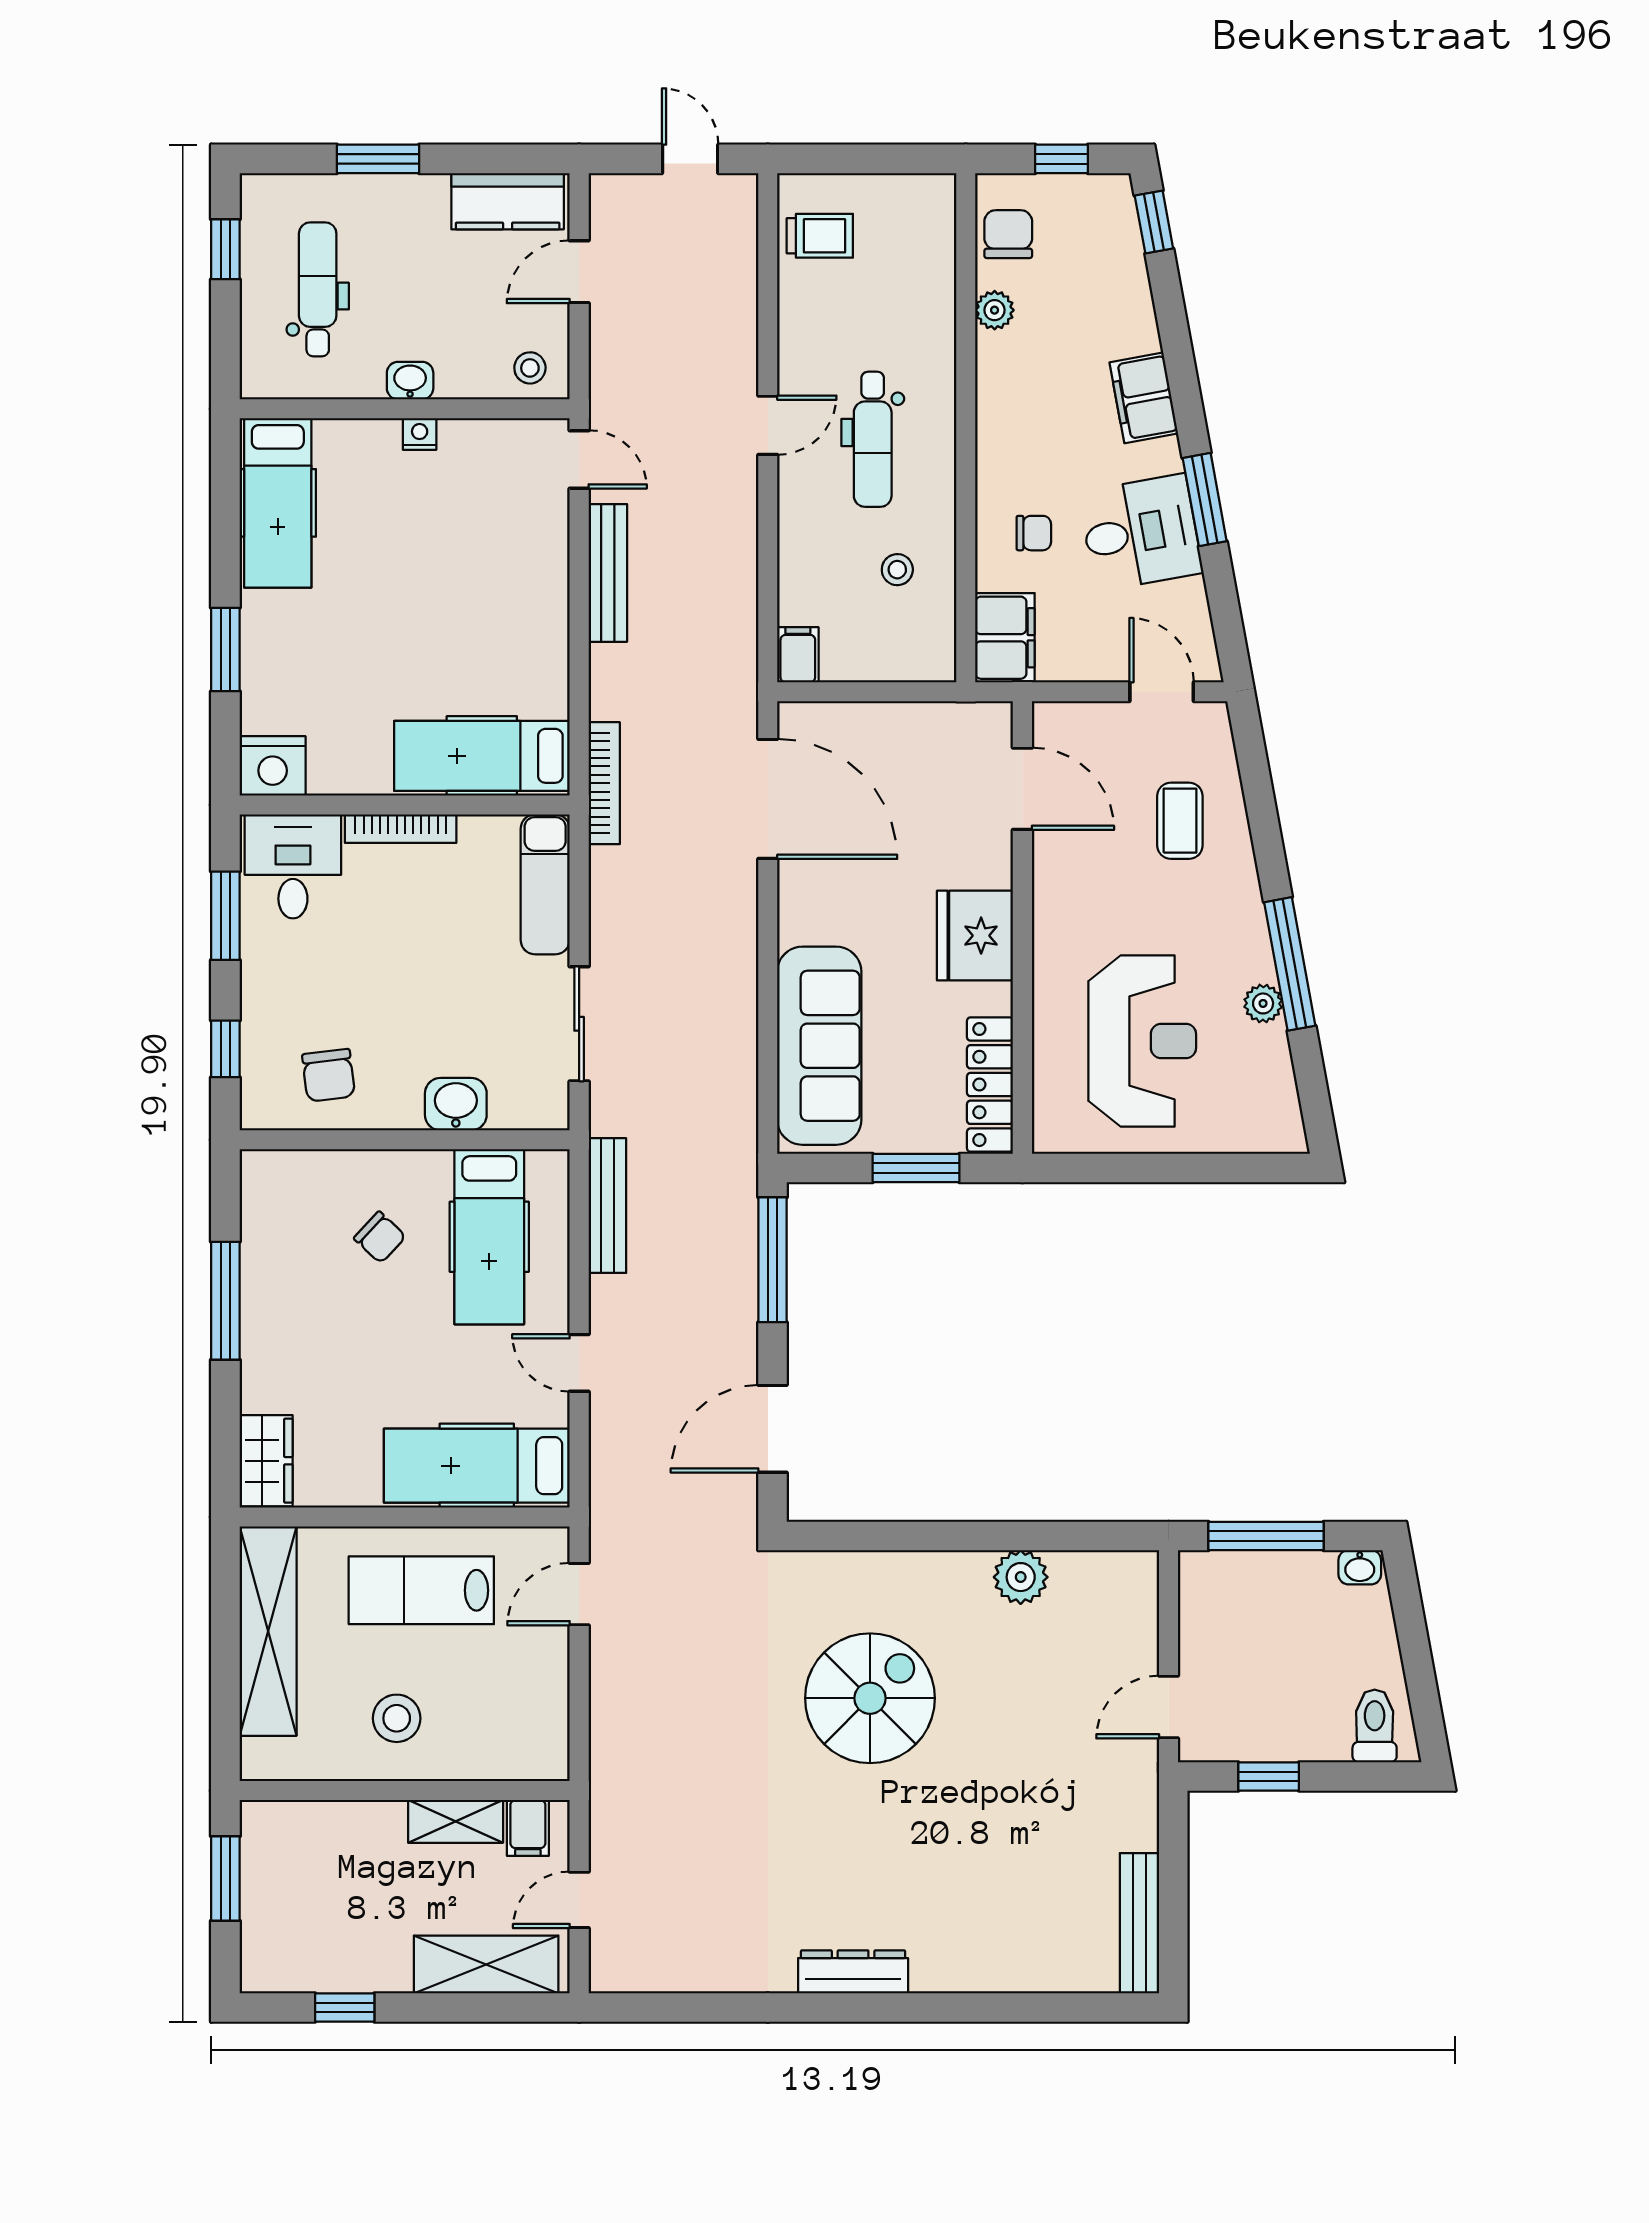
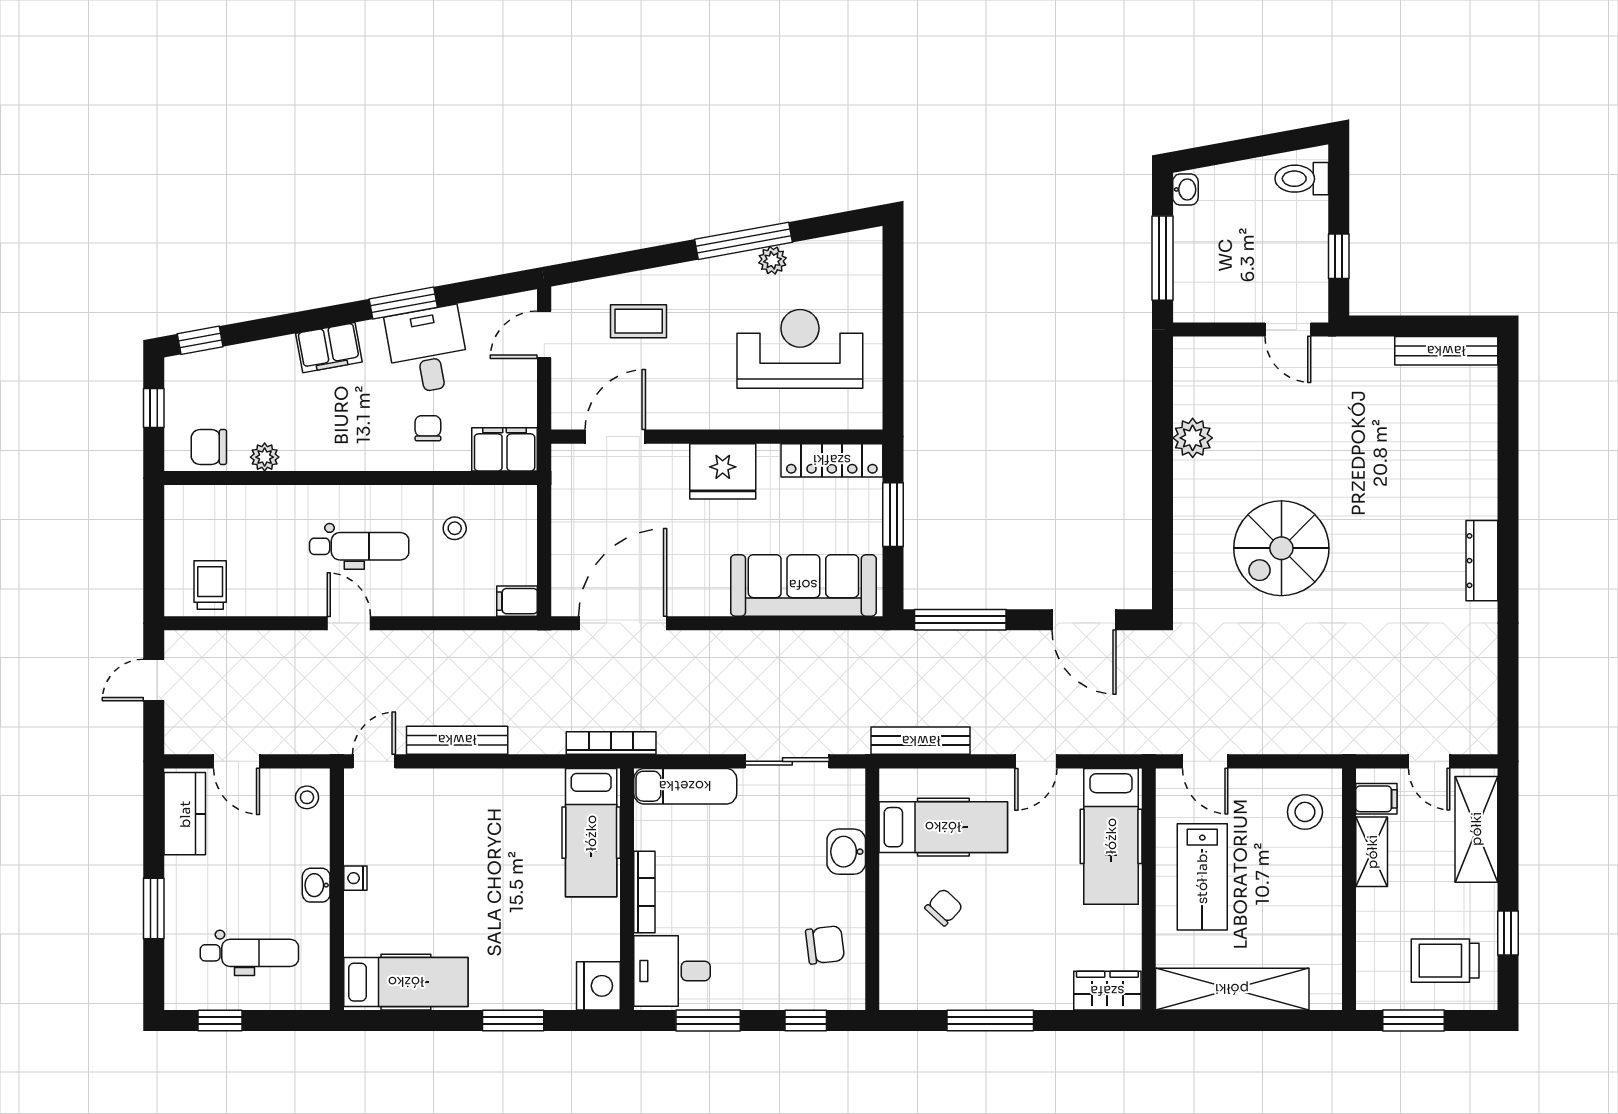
dental chair: (318, 289) -> (249, 953), turned 180
spiral stairs: (870, 1698) -> (1281, 548), turned -90
stool: (397, 1718) -> (1305, 812), moved
trolley: (307, 1922) -> (1445, 961), added

